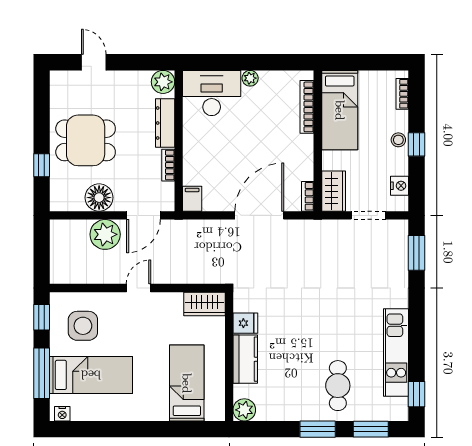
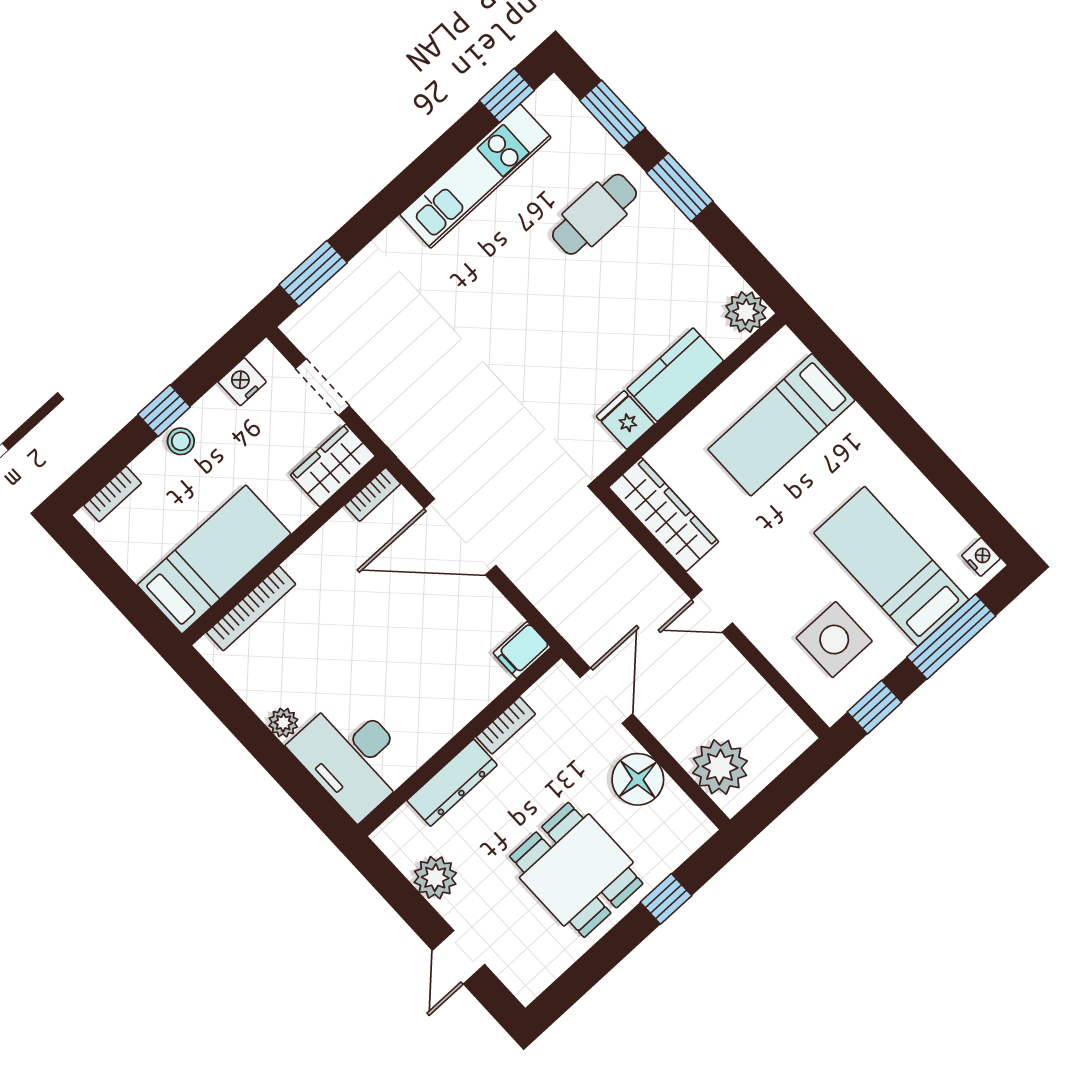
plant: (163, 82) -> (435, 878), moved
door: (143, 215) -> (606, 696), hinge flipped
plant: (105, 234) -> (720, 767), moved
wardrobe: (204, 304) -> (664, 514), width x1.50

